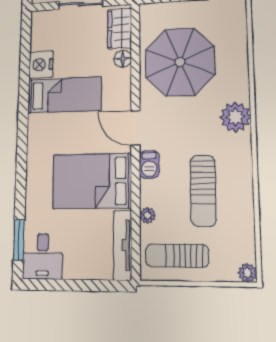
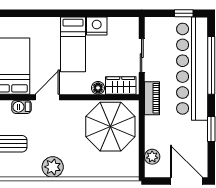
parasol: (180, 62) -> (110, 127), moved

